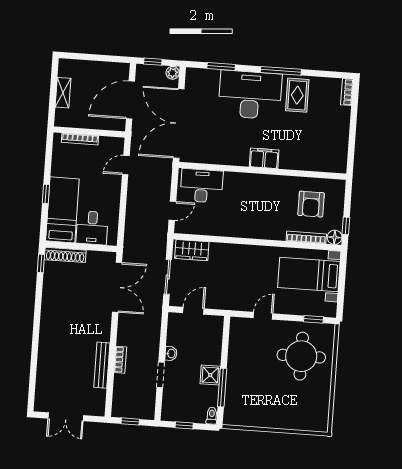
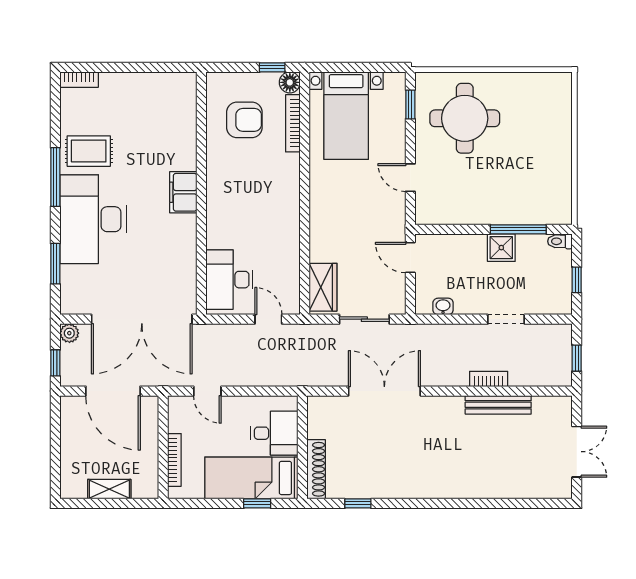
bed: (62, 210) -> (251, 478), moved
desk: (92, 228) -> (274, 433), moved
wall: (81, 247) -> (302, 447), moved
shoe rack: (65, 255) -> (316, 469), moved
door: (193, 311) -> (410, 258), moved
washbasin: (171, 353) -> (443, 306), moved

